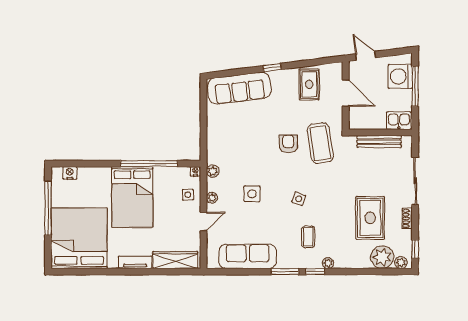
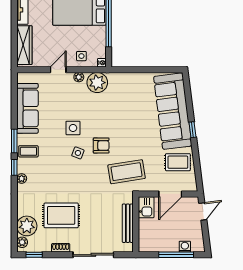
washing machine: (400, 76) -> (185, 247), width x0.53, depth x0.53
sofa: (239, 88) -> (173, 111), width x1.36, depth x1.27
kitchen sink: (399, 121) -> (146, 207), moved
armchair: (288, 144) -> (101, 146), moved
plant: (213, 171) -> (97, 83), width x1.87, depth x1.87
side table: (252, 194) -> (73, 128), moved
door: (204, 221) -> (58, 70), swing flipped
coffee table: (308, 237) -> (28, 151), moved

